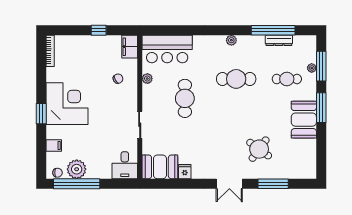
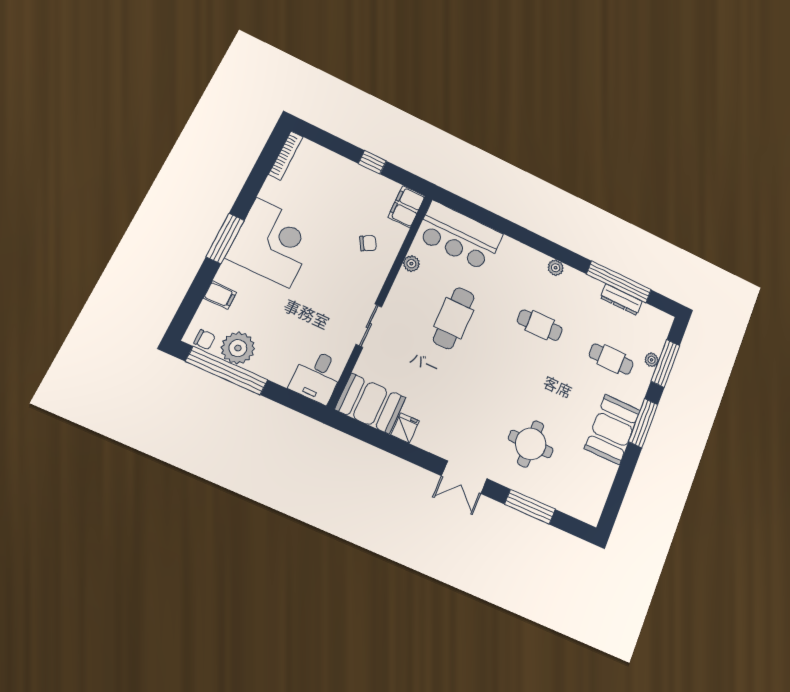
cafe table: (236, 79) -> (540, 325), width x0.73, depth x0.74
window: (41, 114) -> (225, 238), width x1.44
round table: (259, 149) -> (531, 444), turned -36

